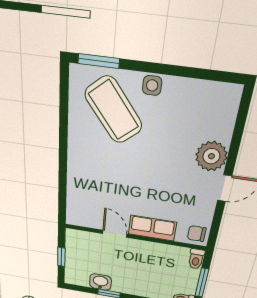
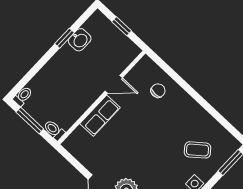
coffee table: (114, 110) -> (198, 150), width x0.54, depth x0.58
chair: (197, 234) -> (158, 91), moved

